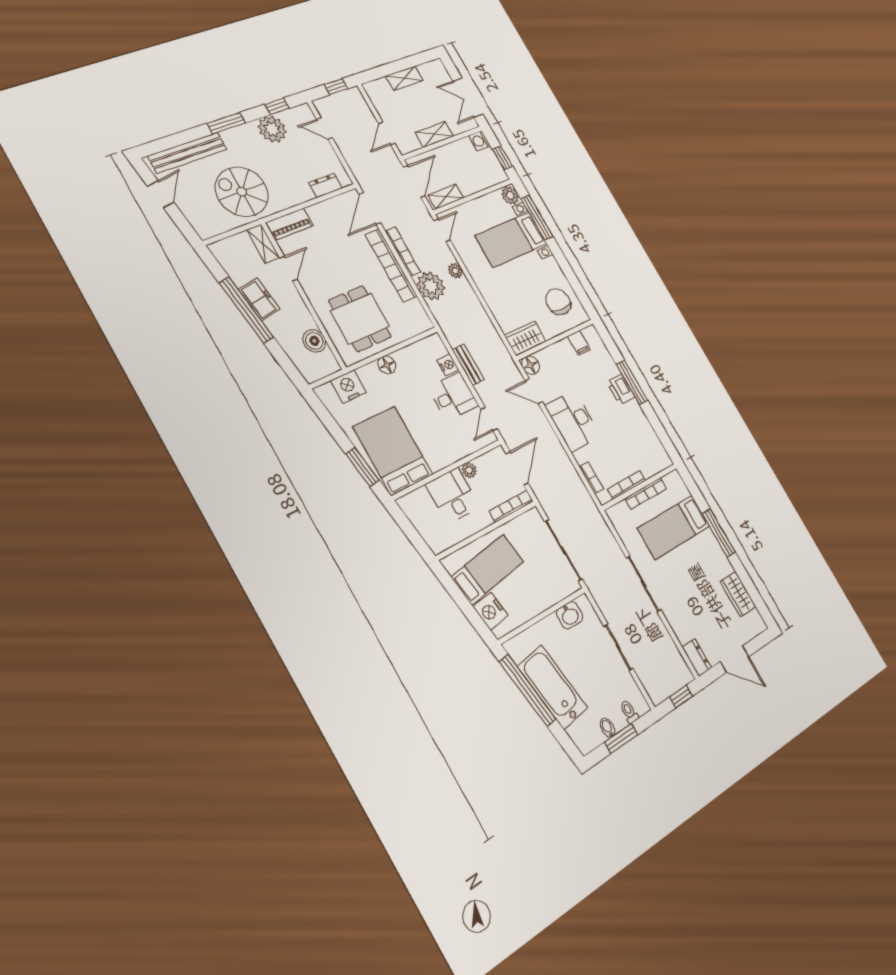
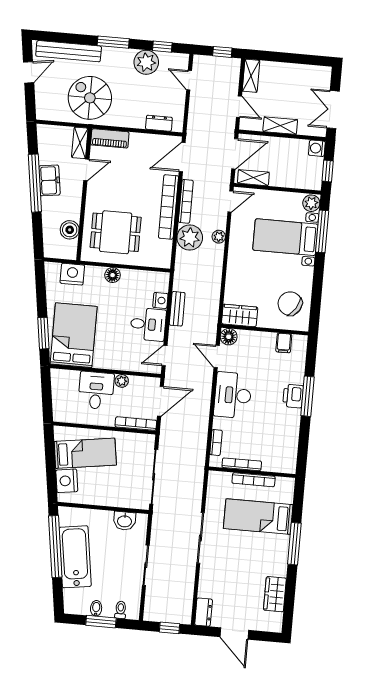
shelving: (404, 78) -> (251, 76), moved, turned 90
door: (387, 133) -> (239, 107), swing flipped
chair: (558, 302) -> (290, 304), turned -58
dining table: (360, 319) -> (116, 232), turned 90

